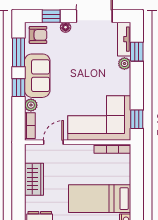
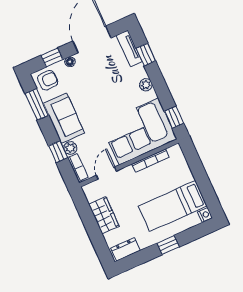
plant: (124, 64) -> (146, 85), moved
window: (18, 88) -> (58, 152), moved
bookcase: (112, 149) -> (150, 160), moved

